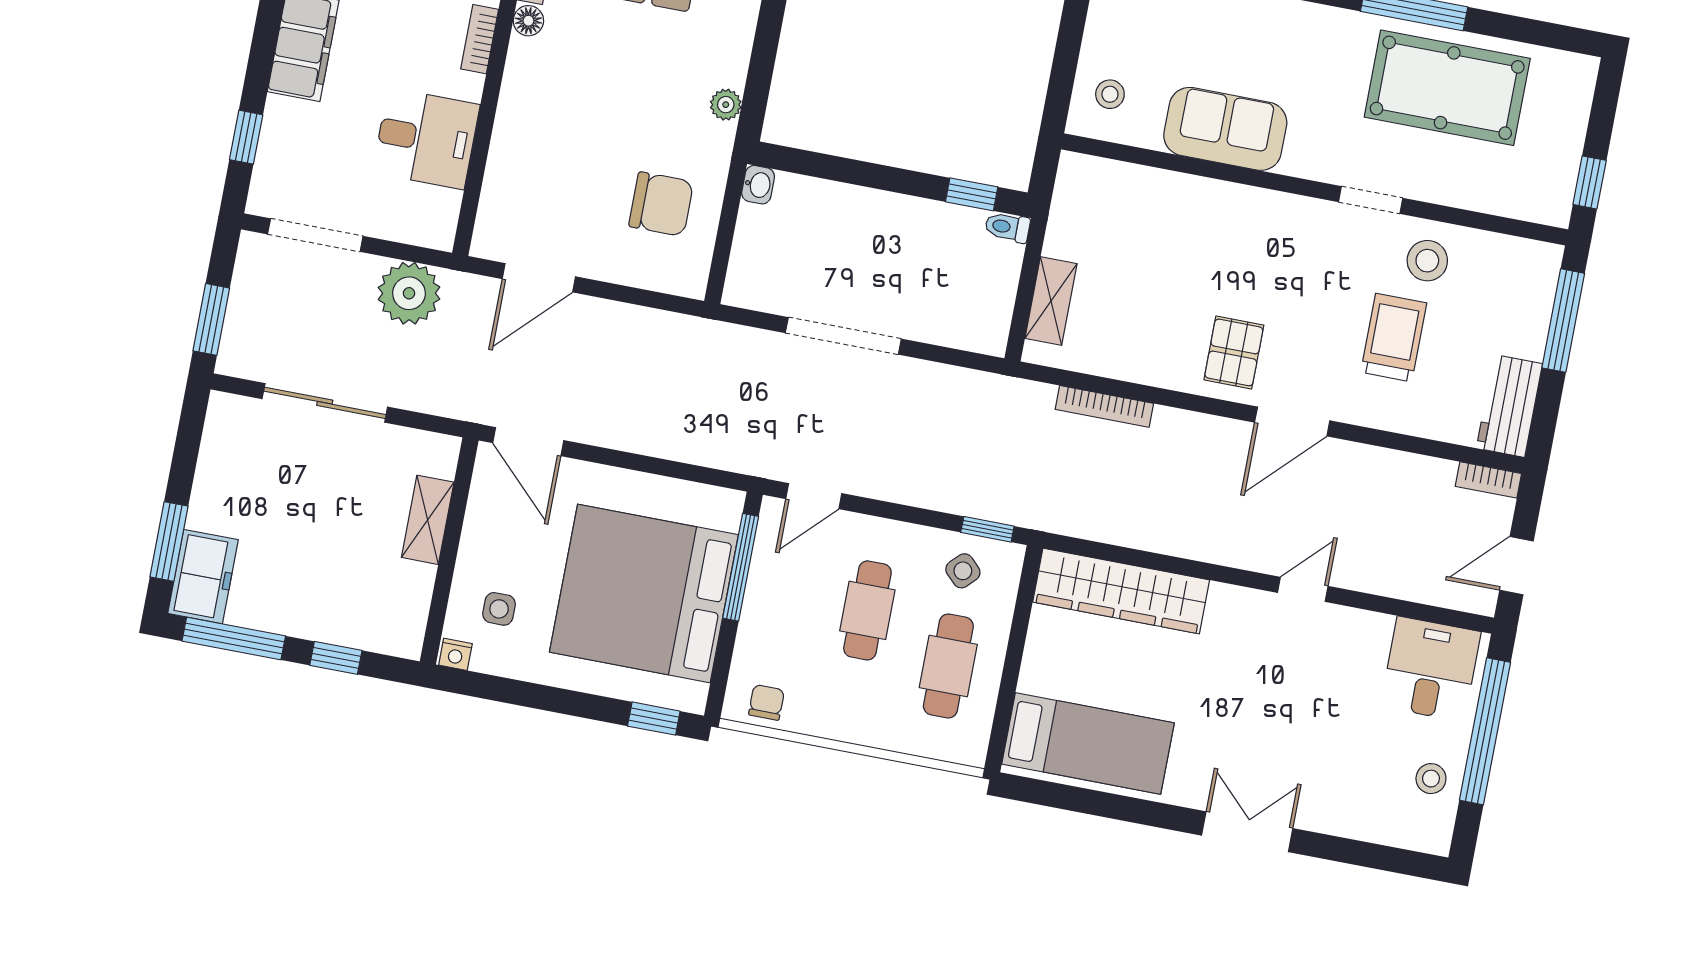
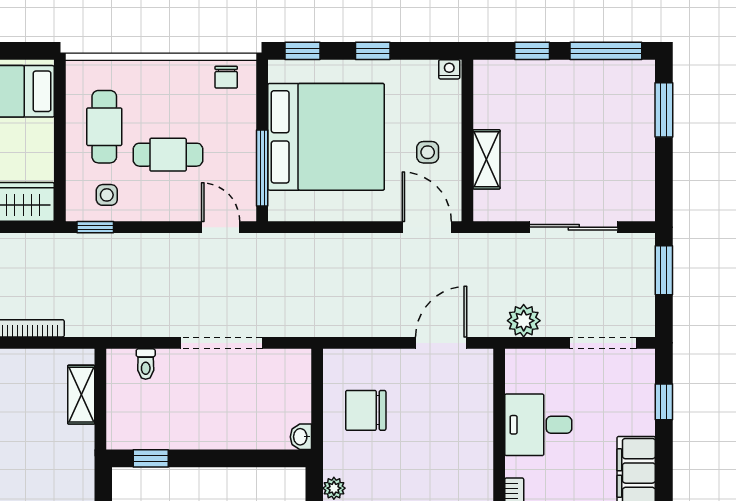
toilet: (1007, 227) -> (146, 364), moved, turned 90
plant: (409, 293) -> (524, 321), width x0.73, depth x0.73
door: (814, 496) -> (221, 227), hinge flipped
side table: (963, 571) -> (107, 195), turned 45
freezer: (203, 577) -> (635, 90), removed
side table: (499, 609) -> (428, 152), moved
cafe table: (867, 610) -> (168, 155), turned 90
window: (556, 700) -> (373, 51), added

